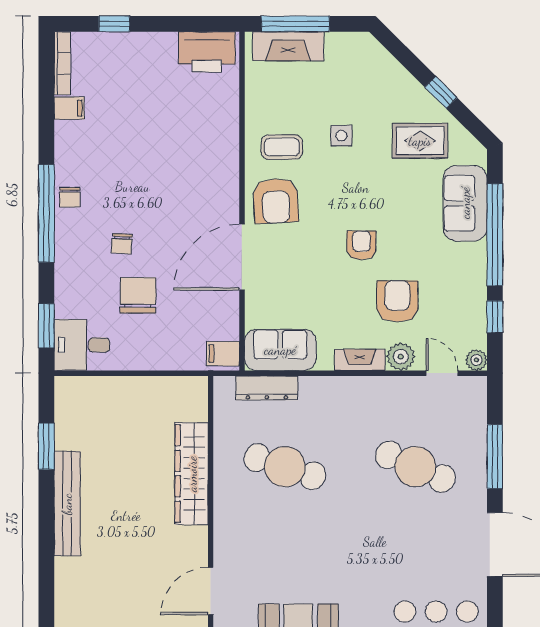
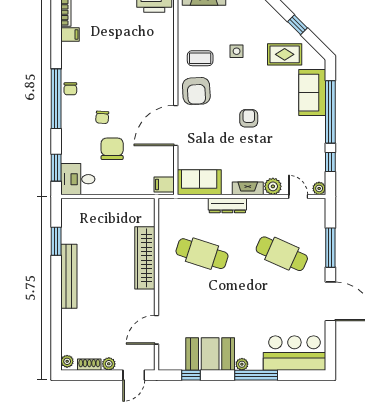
armchair: (397, 301) -> (271, 153), removed
dresser: (267, 388) -> (227, 206), moved

